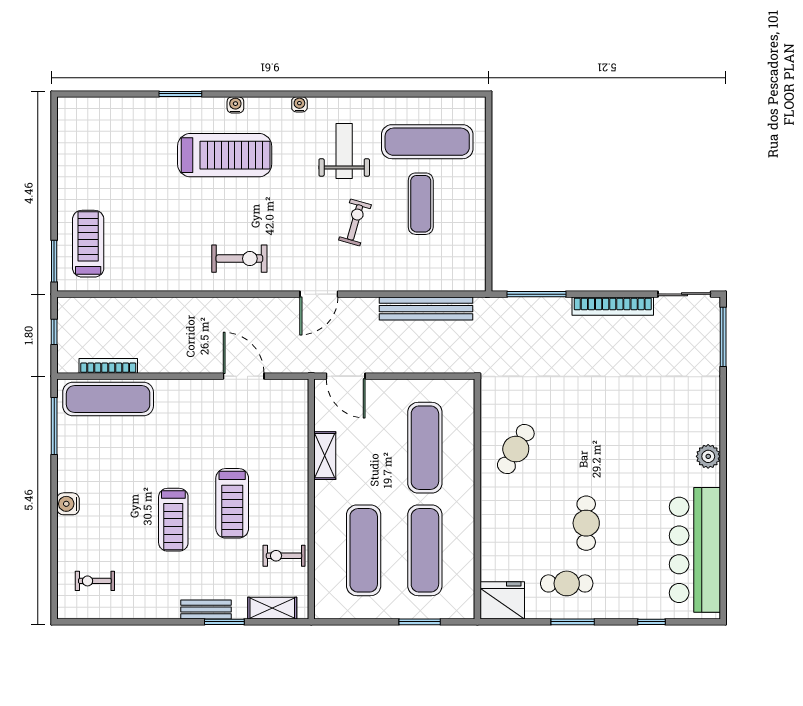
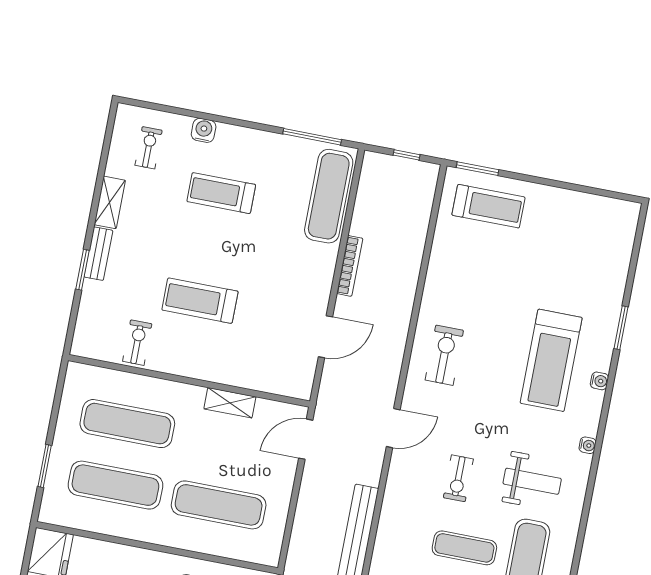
exercise bike: (355, 222) -> (458, 478), turned 74
exercise bike: (239, 259) -> (444, 355), turned 180
door: (319, 294) -> (393, 428), swing flipped
bookcase: (108, 366) -> (350, 266), moved
water cooler: (68, 504) -> (204, 130), moved
treadmill: (173, 520) -> (221, 193), moved
shelving: (272, 608) -> (110, 202), moved

